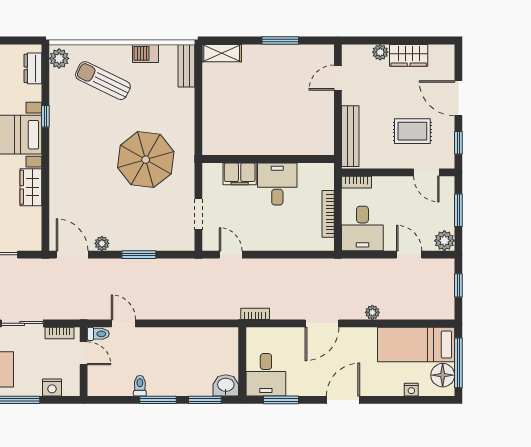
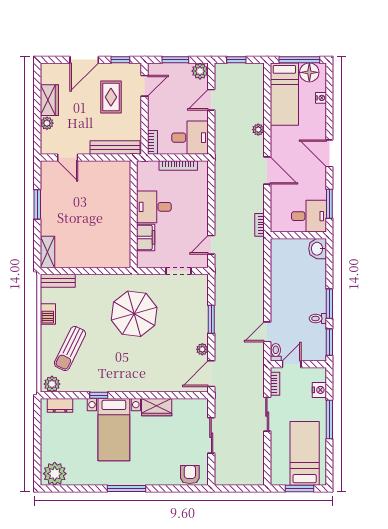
window: (205, 400) -> (329, 342), moved

